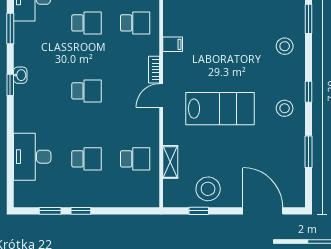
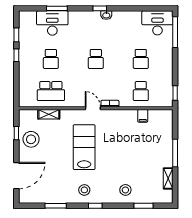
window: (10, 29) -> (57, 8), moved
filing cabinet: (173, 44) -> (143, 116), moved
lab bench: (220, 109) -> (84, 147), turned 180
school desk: (135, 159) -> (51, 91), width x1.85

